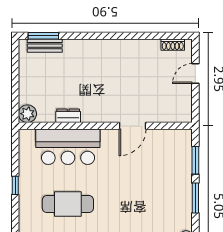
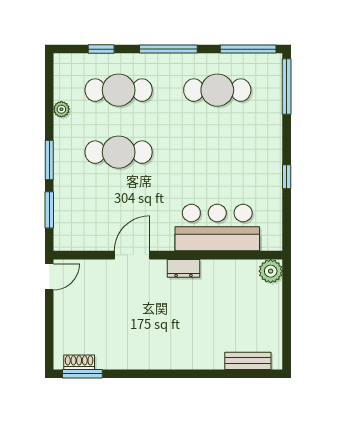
window: (43, 36) -> (82, 374), moved
door: (195, 74) -> (49, 277), moved
dresser: (68, 116) -> (184, 268), moved
cafe table: (68, 204) -> (119, 152), moved

